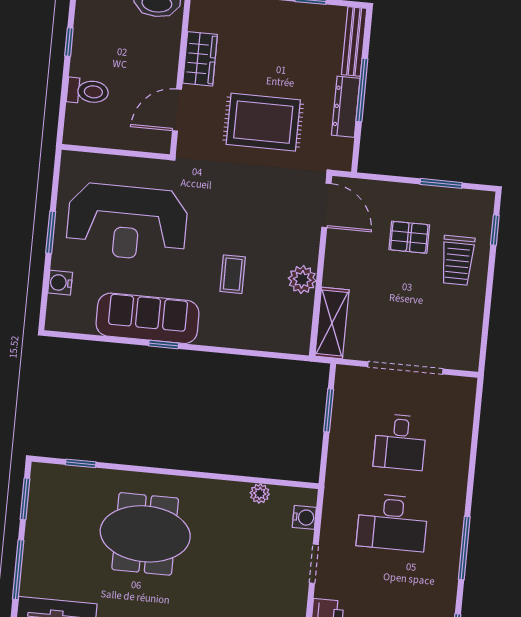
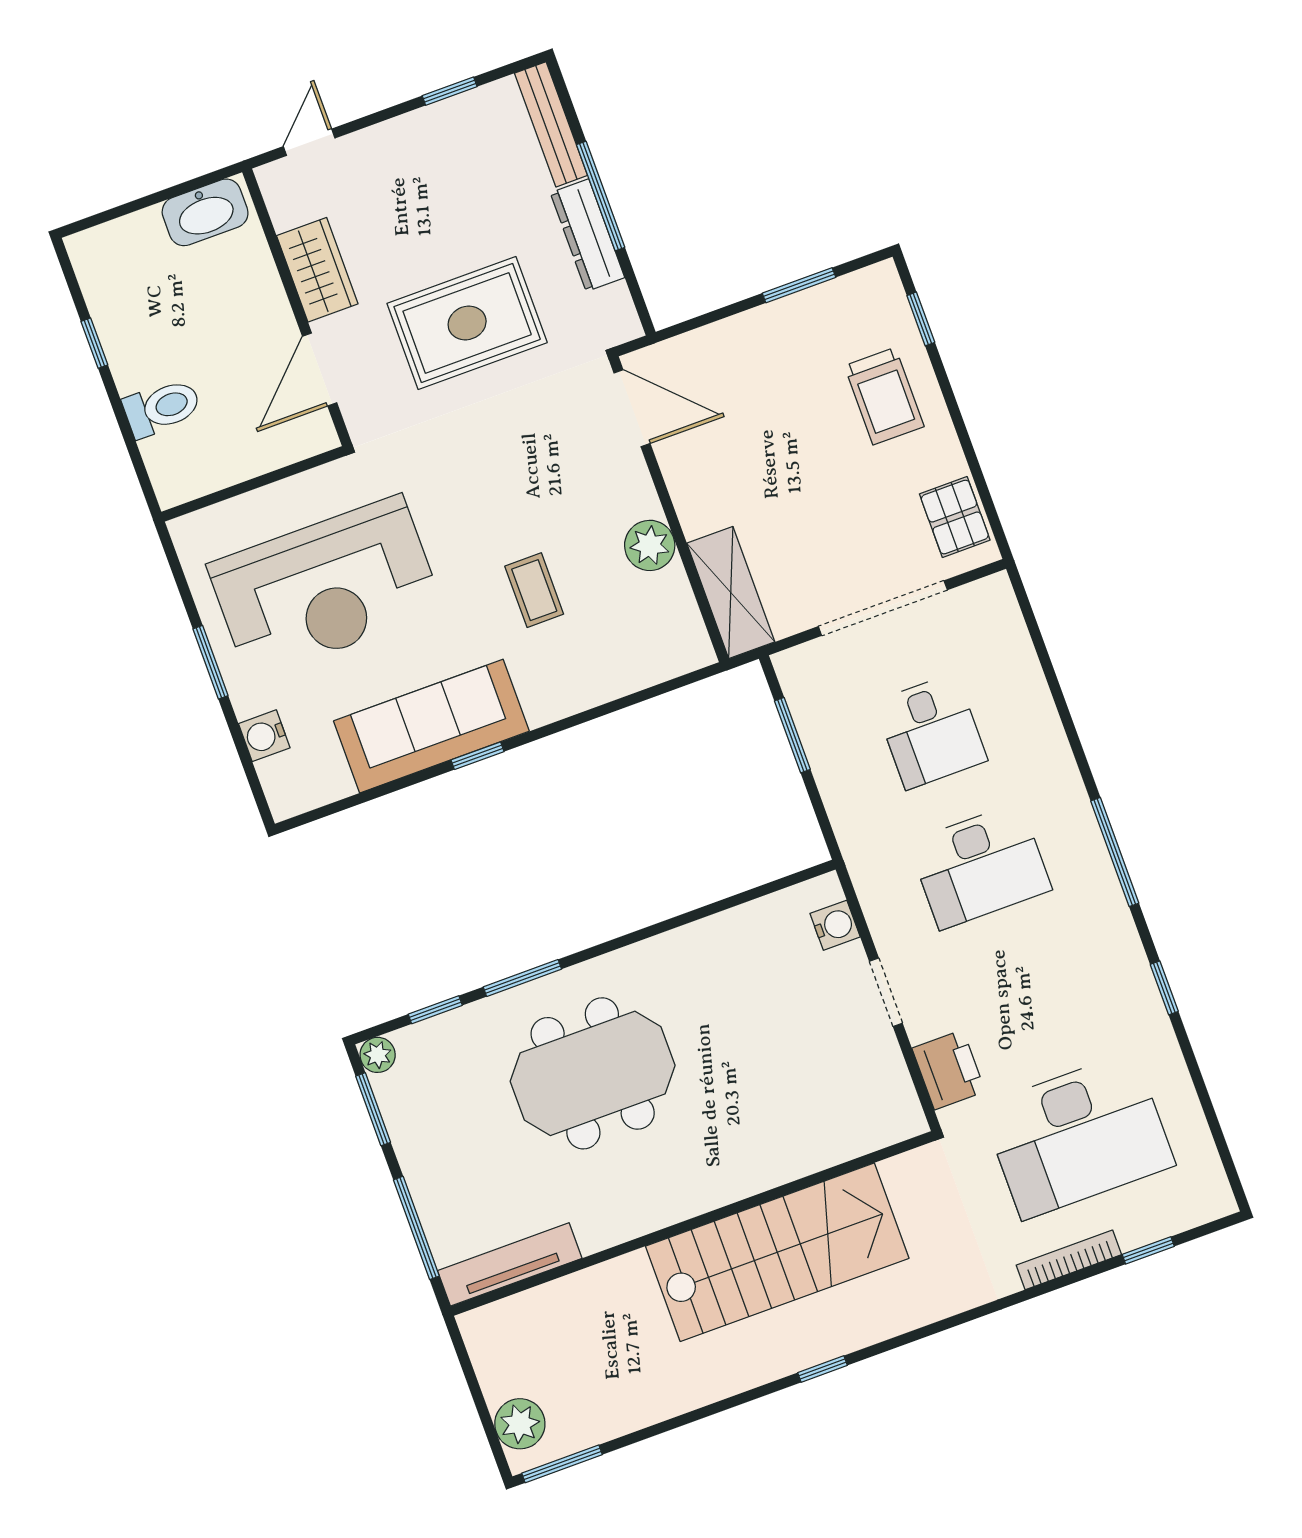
pallet: (409, 237) -> (955, 517), moved, turned 90
window: (133, 468) -> (522, 978), added
plant: (260, 493) -> (378, 1055), moved

